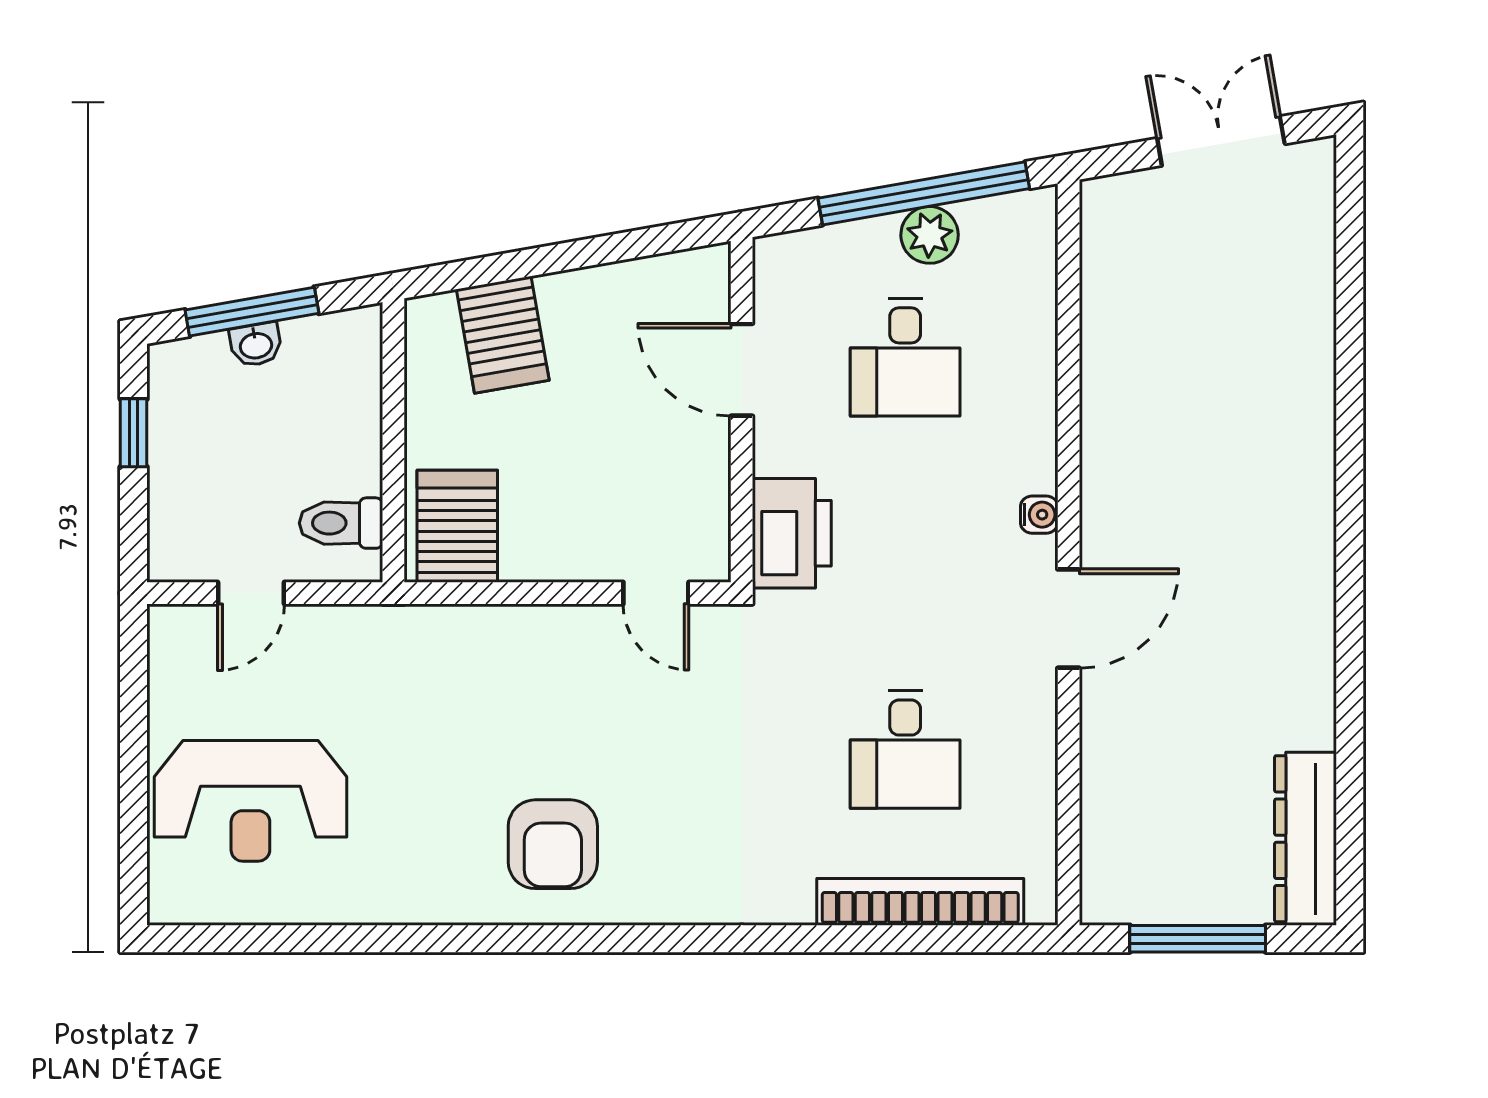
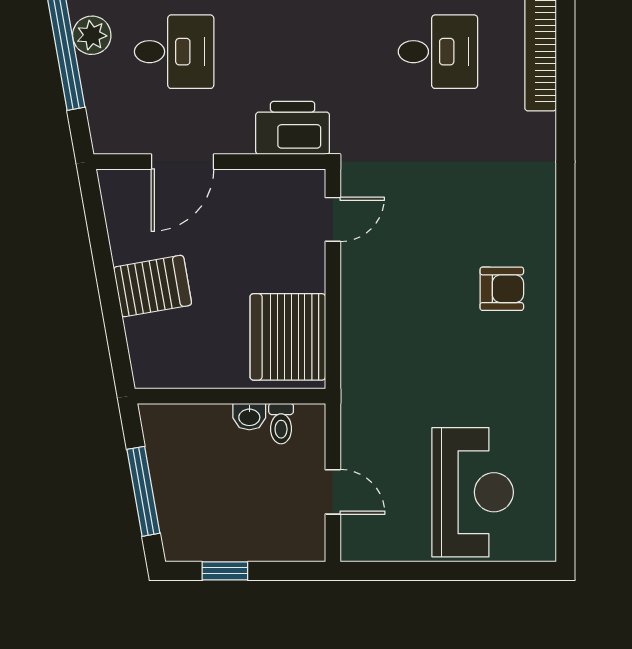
server rack: (503, 335) -> (153, 286), moved
washbasin: (256, 345) -> (249, 417), moved, turned 100
toilet: (341, 523) -> (281, 424), width x0.73, depth x0.72
server rack: (457, 526) -> (288, 337), width x1.60
armchair: (553, 844) -> (502, 289), width x0.72, depth x0.72

